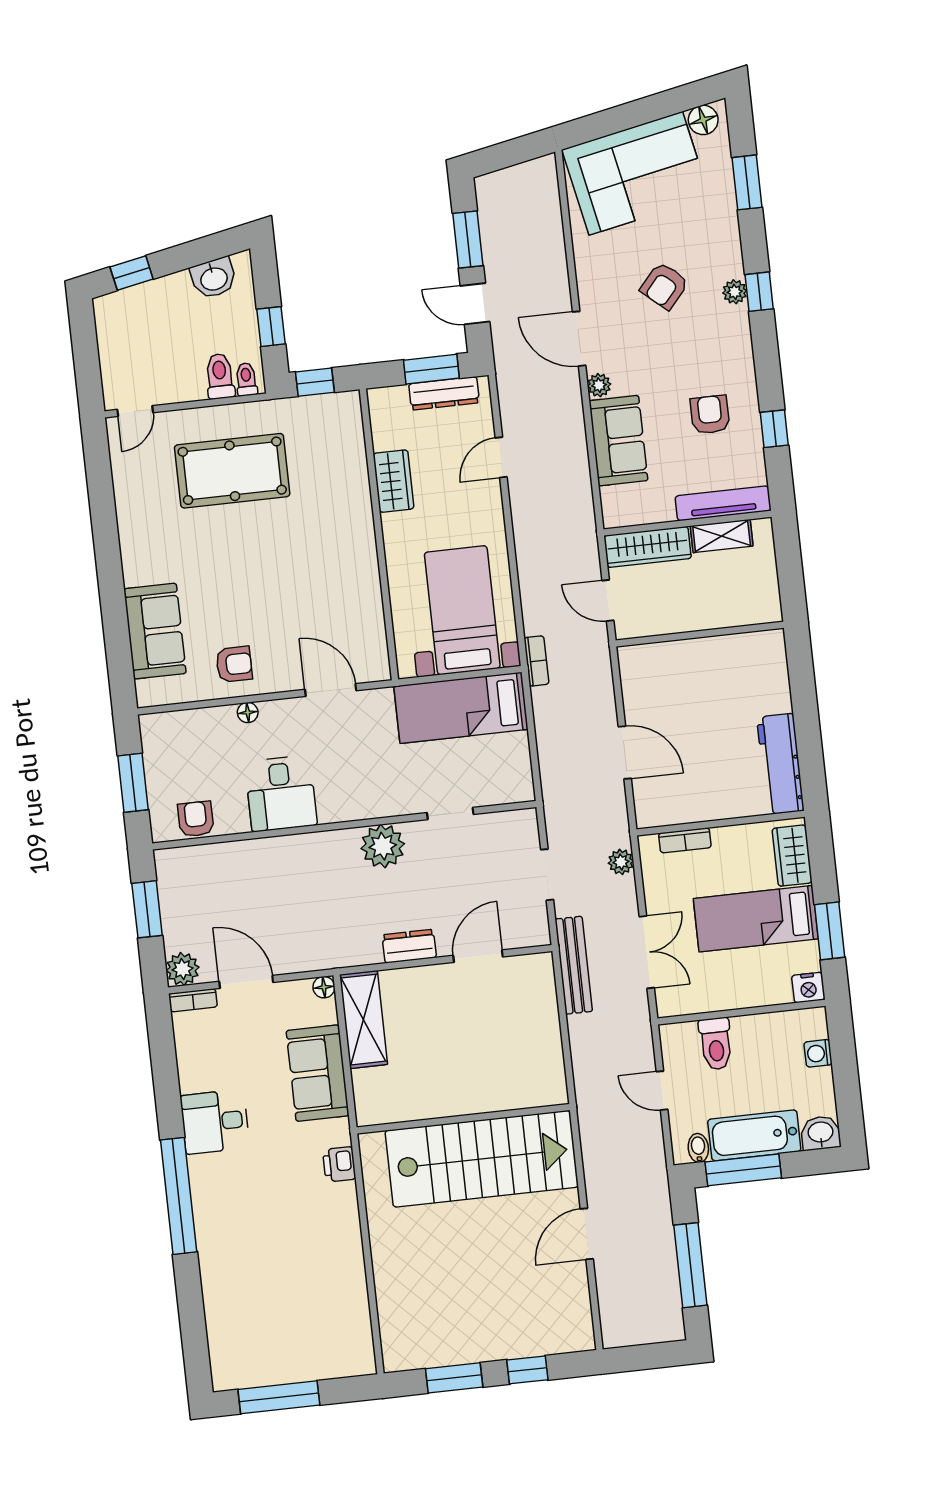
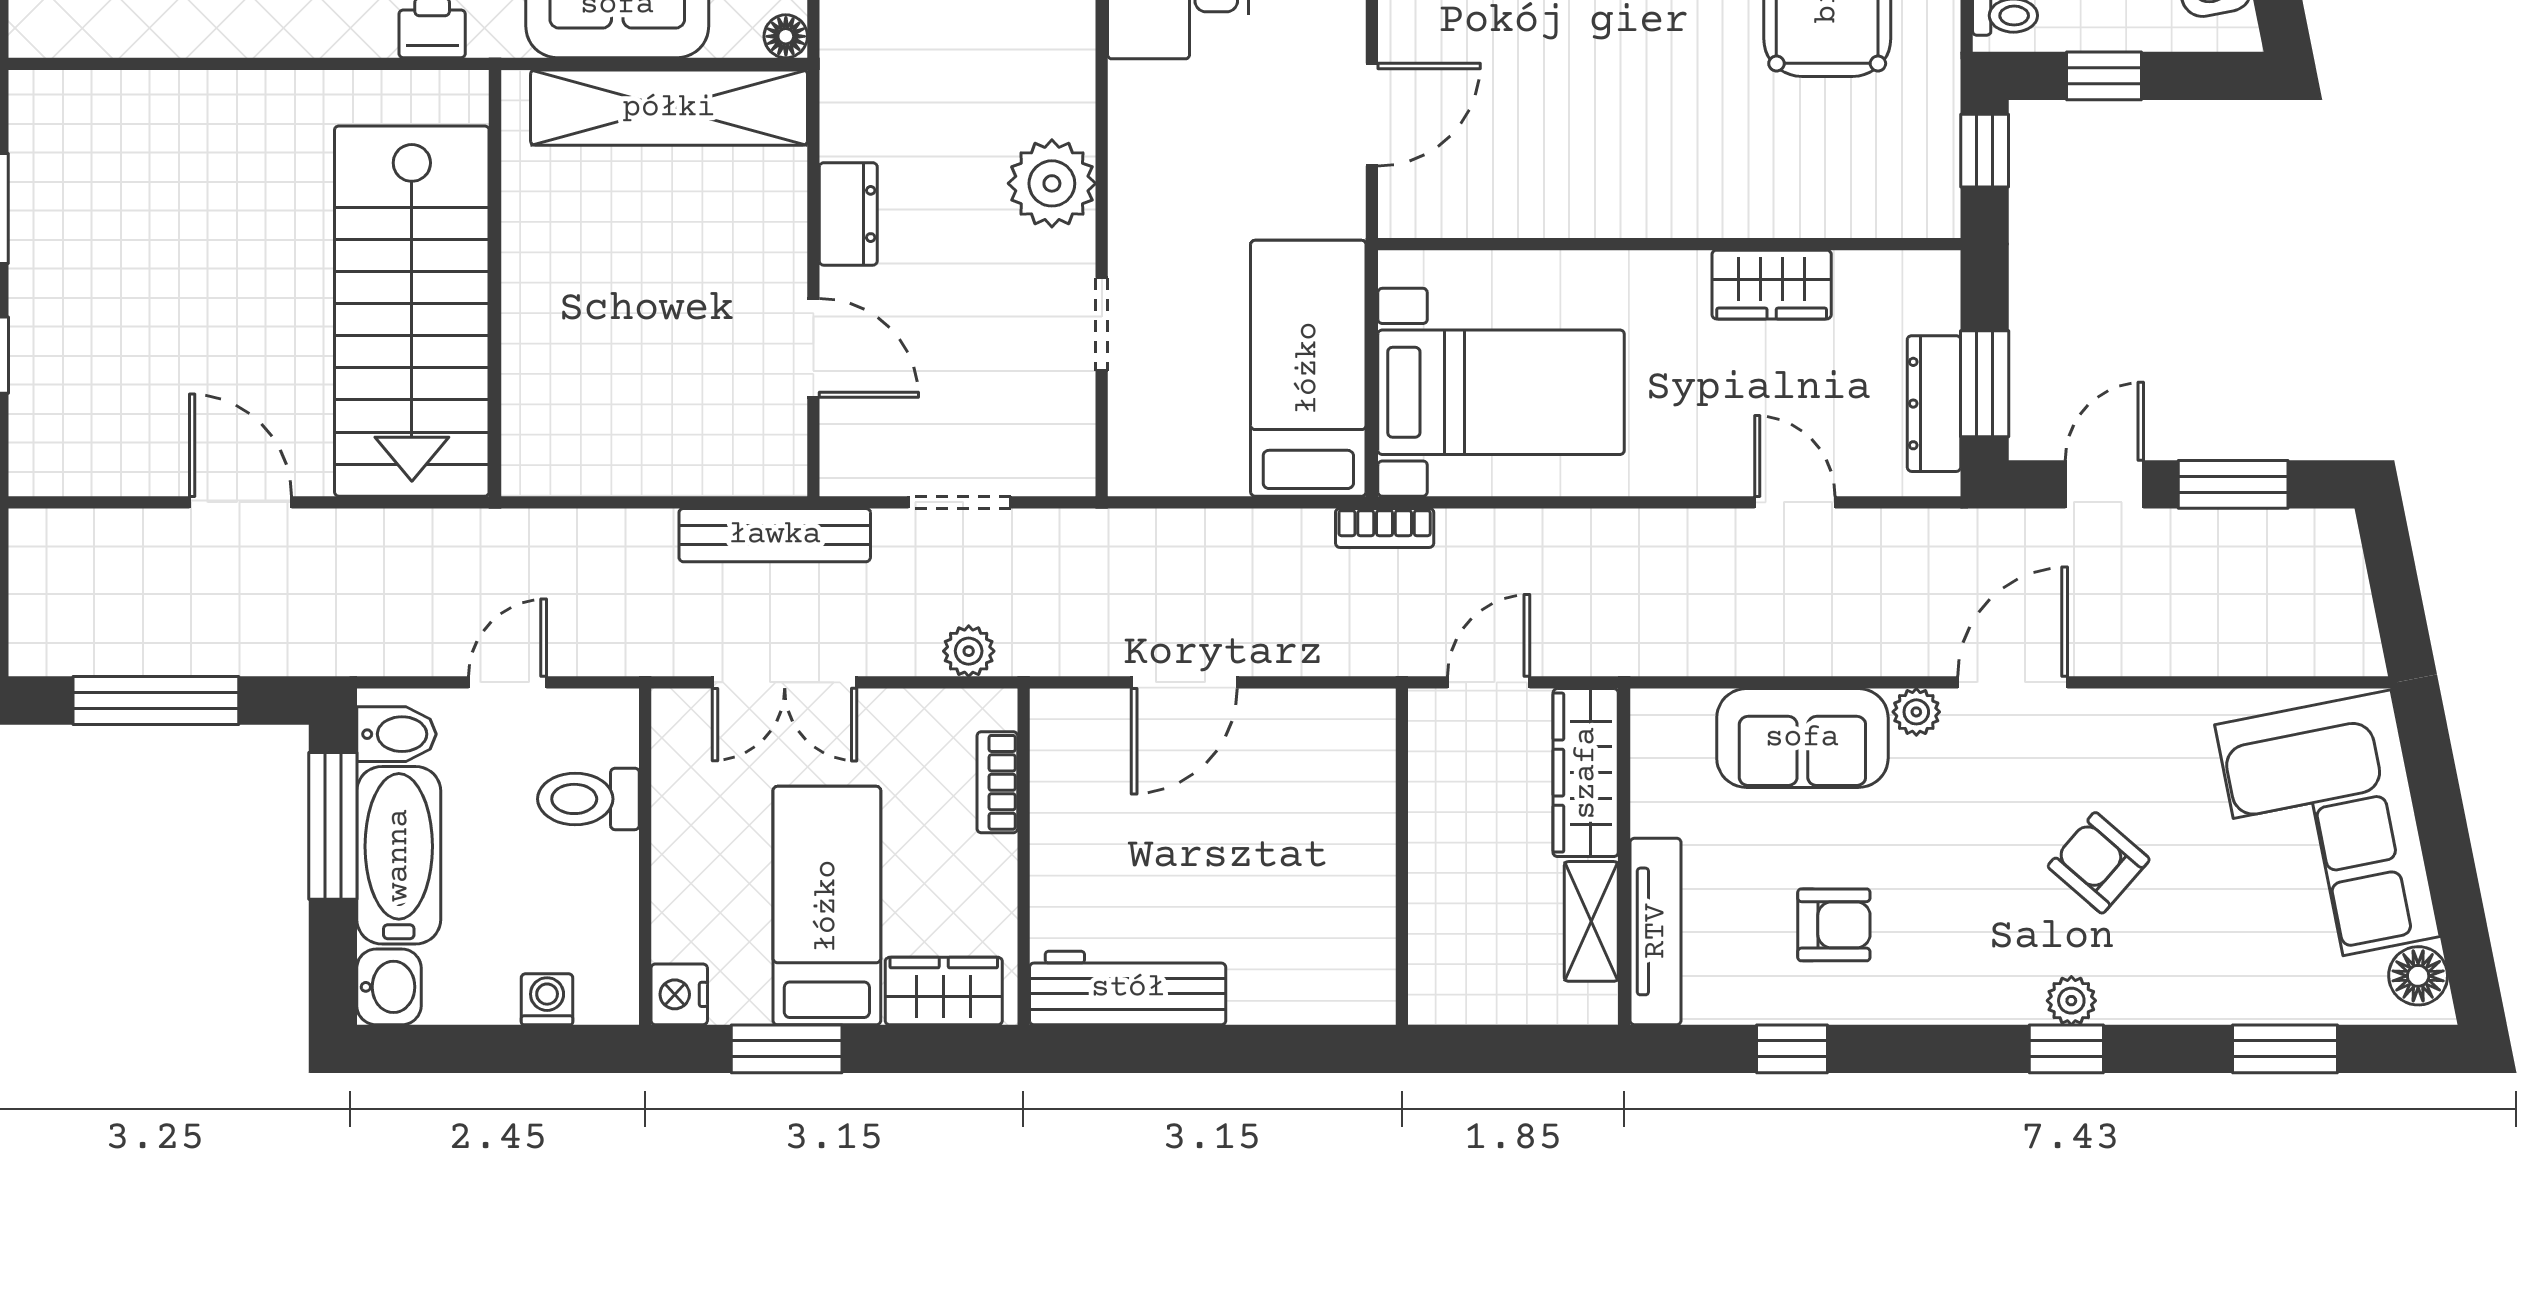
shelving: (364, 1020) -> (669, 108), width x1.47
bidet: (698, 1148) -> (396, 734), width x1.38, depth x1.36

